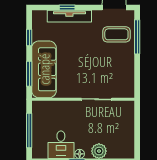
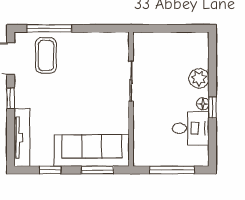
window: (67, 7) -> (11, 98), moved
tv unit: (69, 16) -> (22, 138), moved

